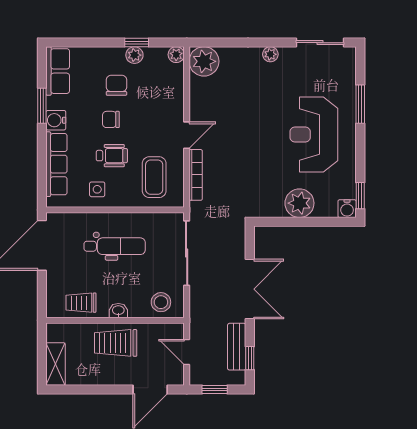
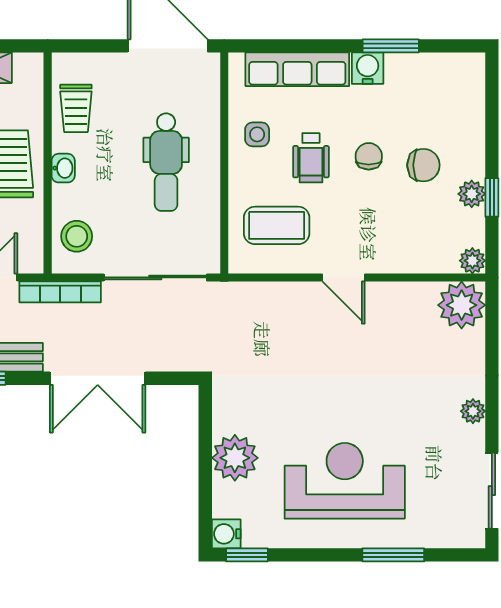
row of seats: (58, 71) -> (446, 71), removed
bookcase: (196, 175) -> (60, 292), moved
trolley: (81, 303) -> (76, 108), turned 180

